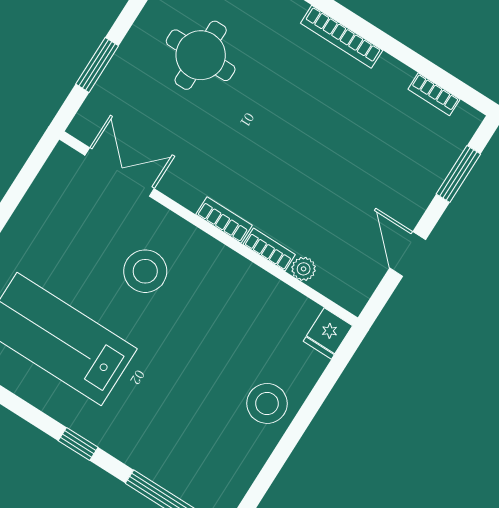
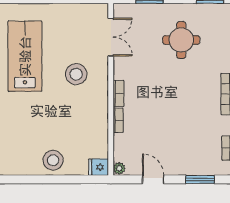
door: (408, 254) -> (153, 179), hinge flipped
plant: (304, 269) -> (119, 168), moved

